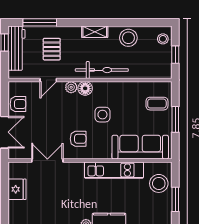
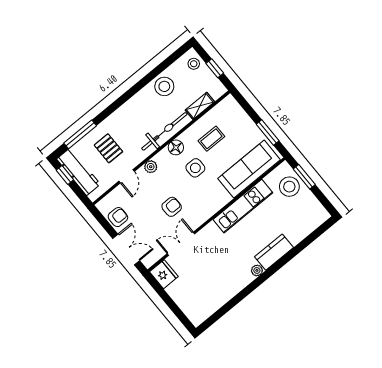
shelving: (95, 32) -> (200, 106), moved
floor lamp: (85, 88) -> (176, 147), moved
coffee table: (157, 104) -> (211, 139), moved
window: (175, 119) -> (268, 132), moved
armchair: (78, 139) -> (172, 207), moved
fridge: (17, 189) -> (164, 274), moved
window: (175, 199) -> (304, 177), moved

